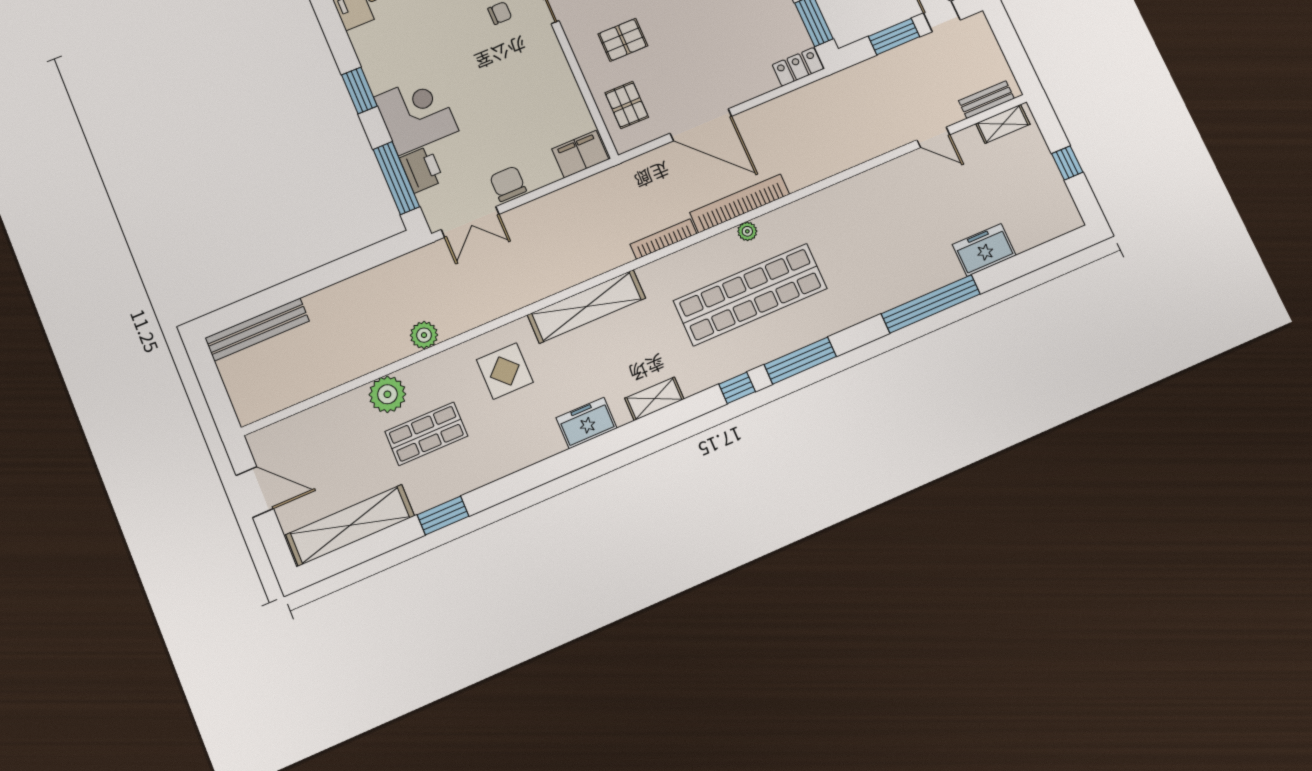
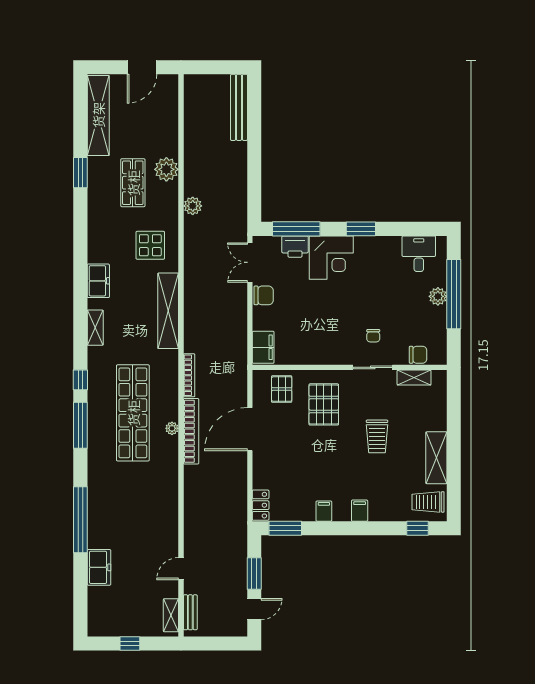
pallet: (623, 40) -> (324, 404), width x1.50, depth x1.42
pallet: (627, 105) -> (282, 389), turned 90

